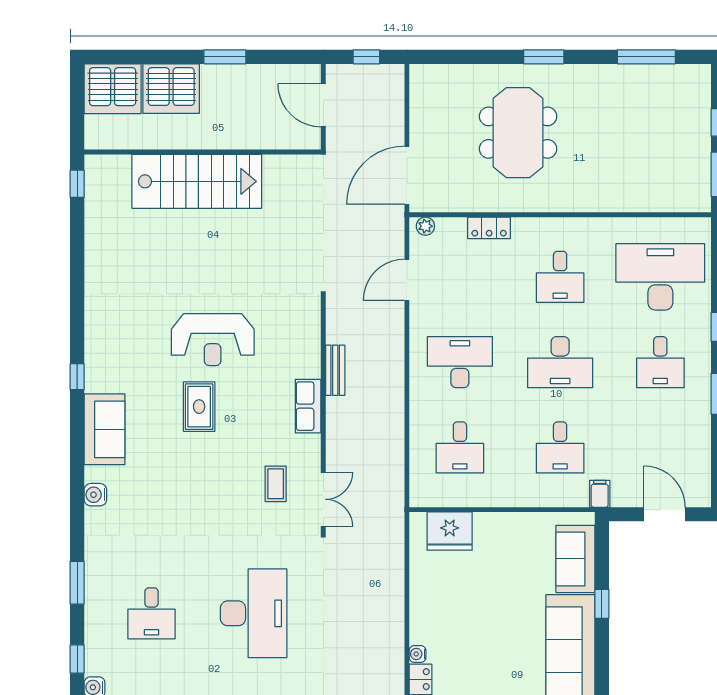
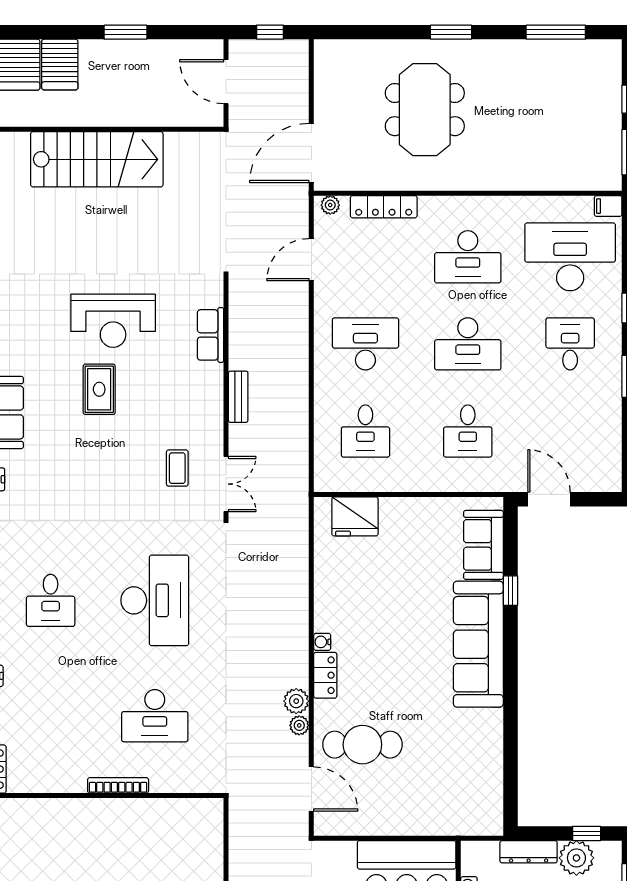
server rack: (171, 89) -> (60, 65), width x0.62
locker: (489, 228) -> (384, 207), width x1.53
desk: (560, 277) -> (468, 257), width x1.37
desk: (660, 362) -> (570, 344), turned 180
bench: (335, 370) -> (238, 397), moved
row of seats: (308, 406) -> (210, 335), moved
filing cabinet: (600, 494) -> (608, 206), moved, turned -90
door: (664, 514) -> (549, 499), moved

